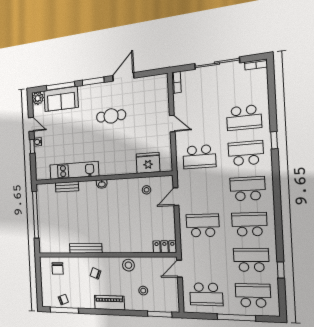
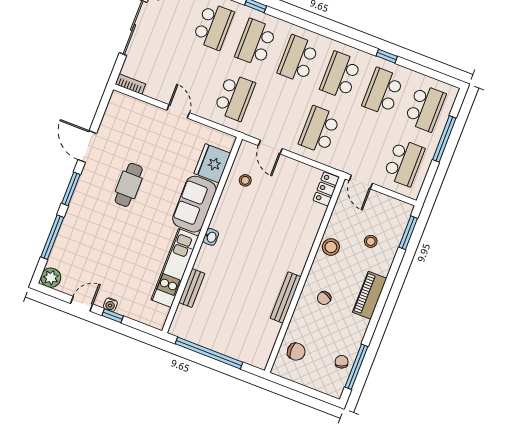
sofa: (61, 99) -> (194, 204), moved, turned 180
door: (172, 124) -> (178, 111), hinge flipped
window: (281, 270) -> (387, 56), moved
school desk: (253, 295) -> (425, 108), turned 180

